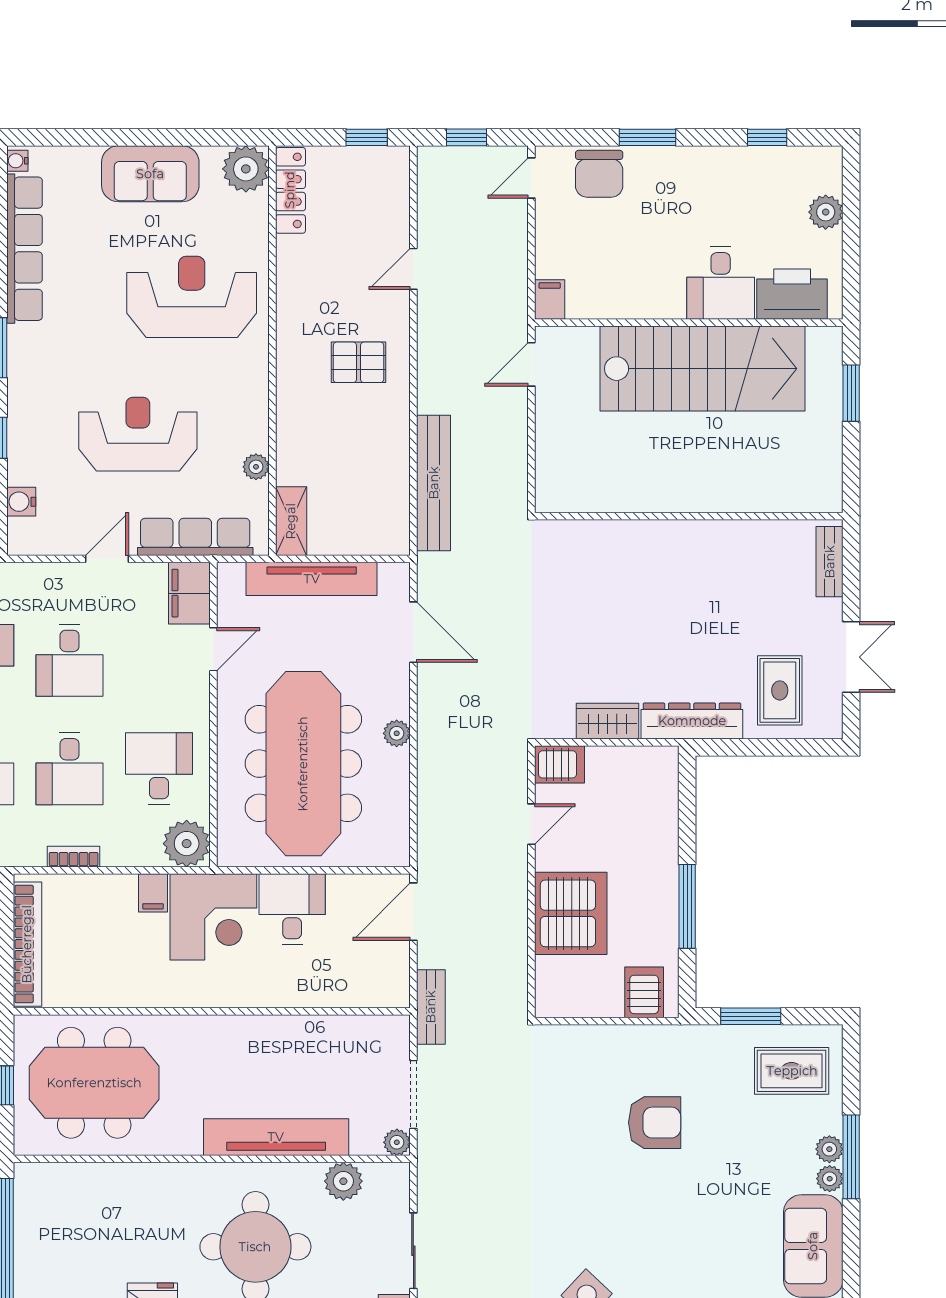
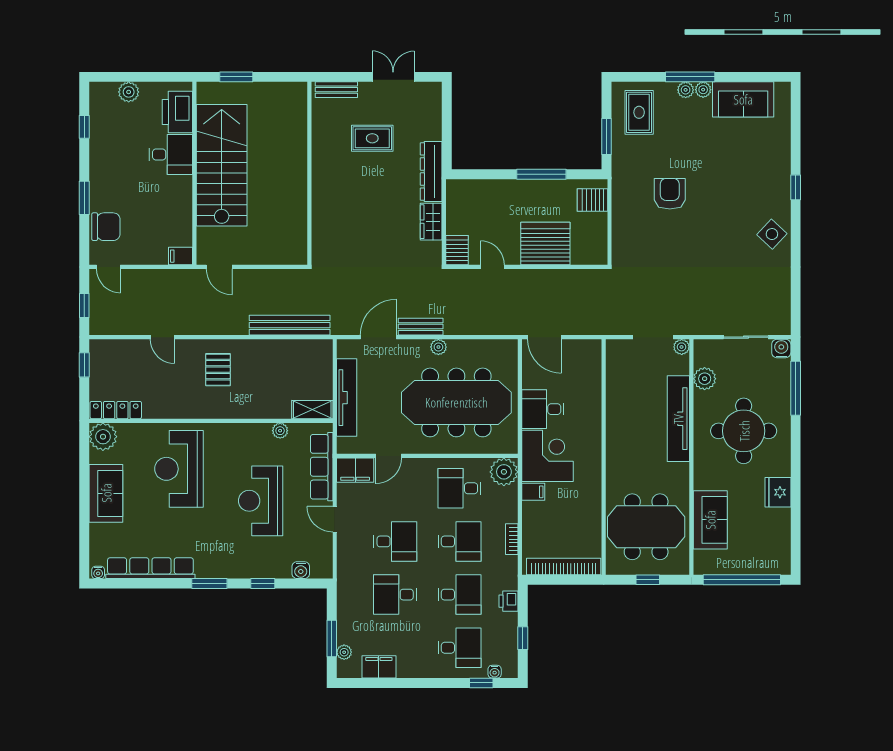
door: (213, 649) -> (389, 456), swing flipped
rug: (780, 690) -> (372, 138), moved
bench: (431, 1007) -> (421, 327), moved
meeting table: (94, 1083) -> (646, 527), turned 90
sofa: (106, 1191) -> (710, 520), added

